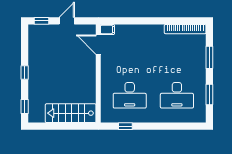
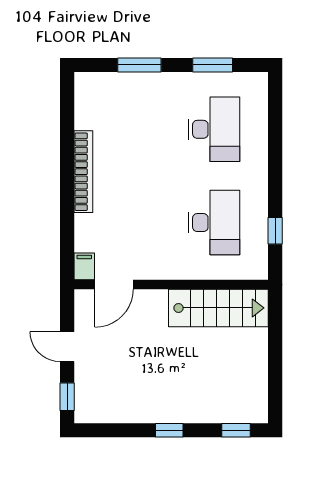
bookcase: (185, 29) -> (83, 172), moved
stairs: (71, 113) -> (218, 308), moved, turned -90

